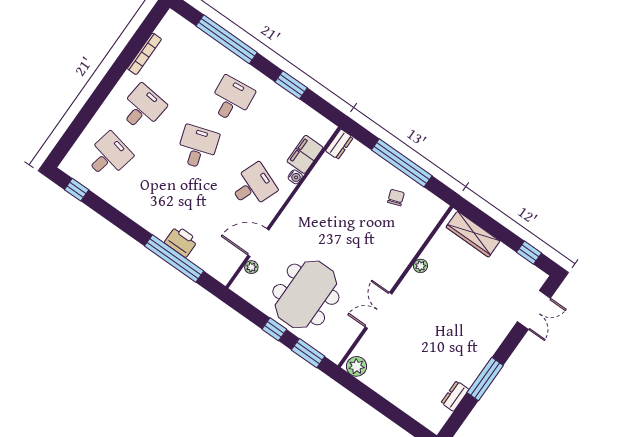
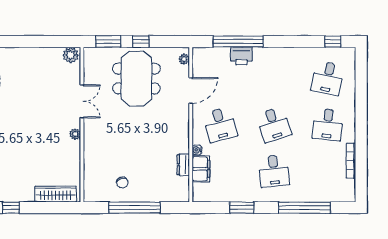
dresser: (339, 144) -> (183, 165), moved
desk: (253, 186) -> (220, 125), turned -36
plant: (421, 266) -> (75, 134), moved
plant: (251, 267) -> (184, 59), moved

